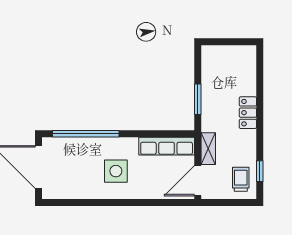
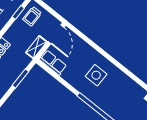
row of seats: (167, 146) -> (53, 63), width x0.68
door: (198, 181) -> (56, 34), hinge flipped

